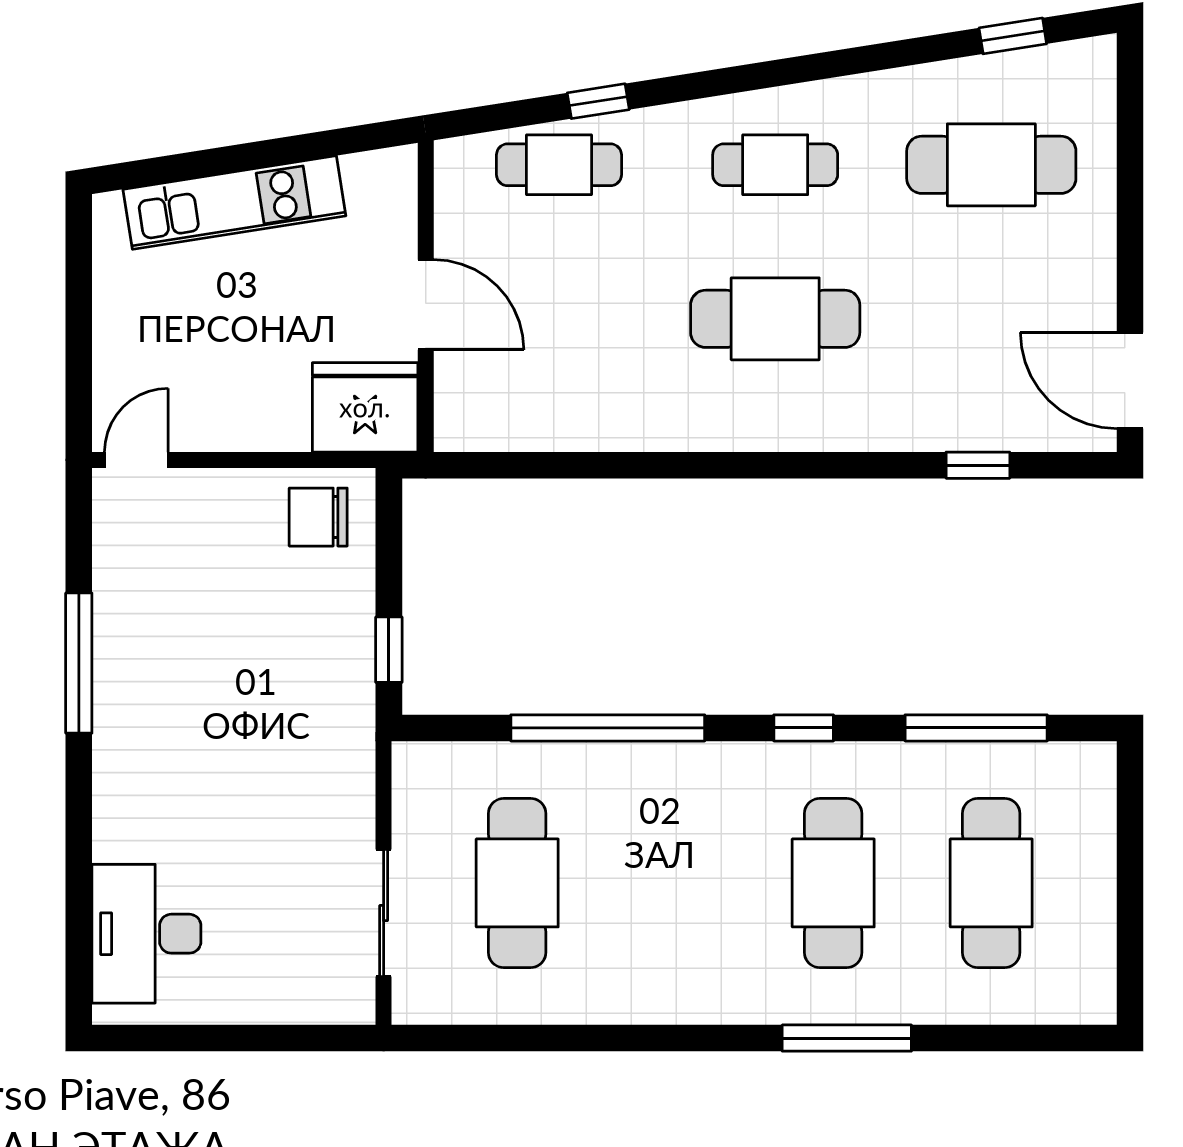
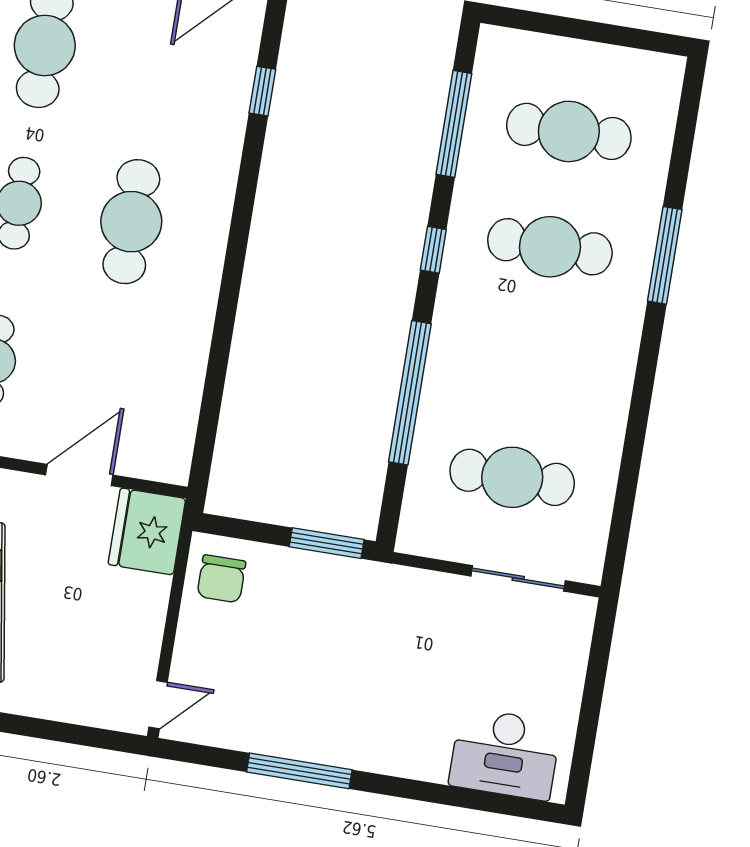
door: (136, 460) -> (158, 705), swing flipped
window: (389, 650) -> (327, 543), width x1.50

